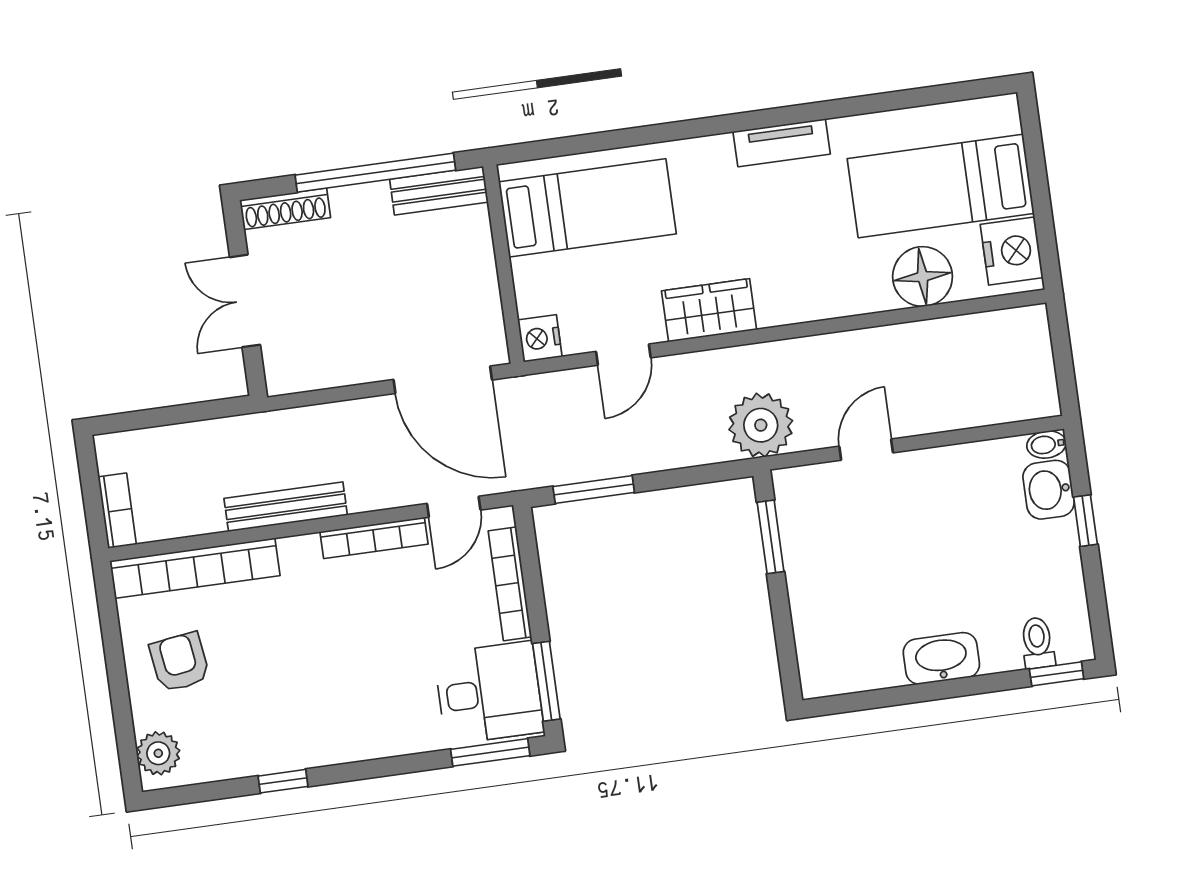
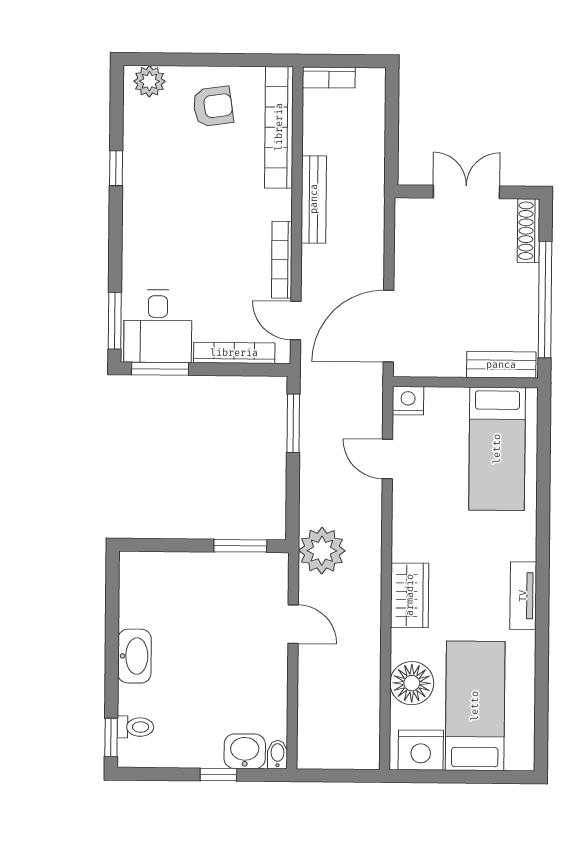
bench: (439, 191) -> (501, 365), moved, turned 90
wardrobe: (709, 310) -> (410, 595), moved

